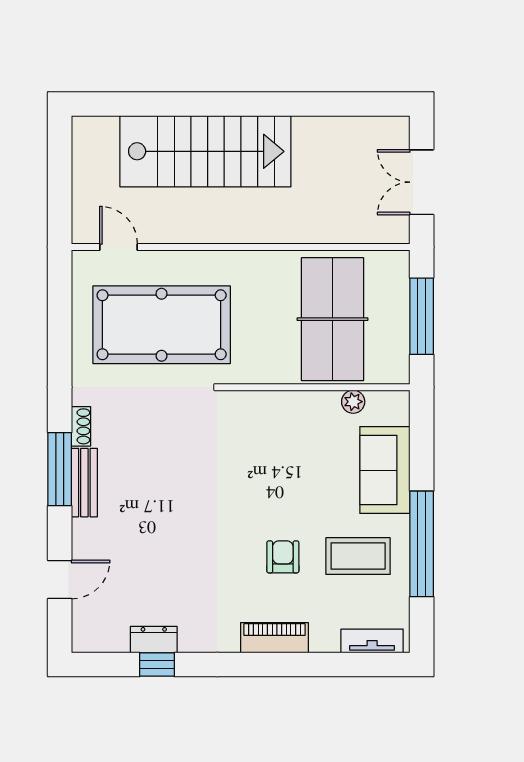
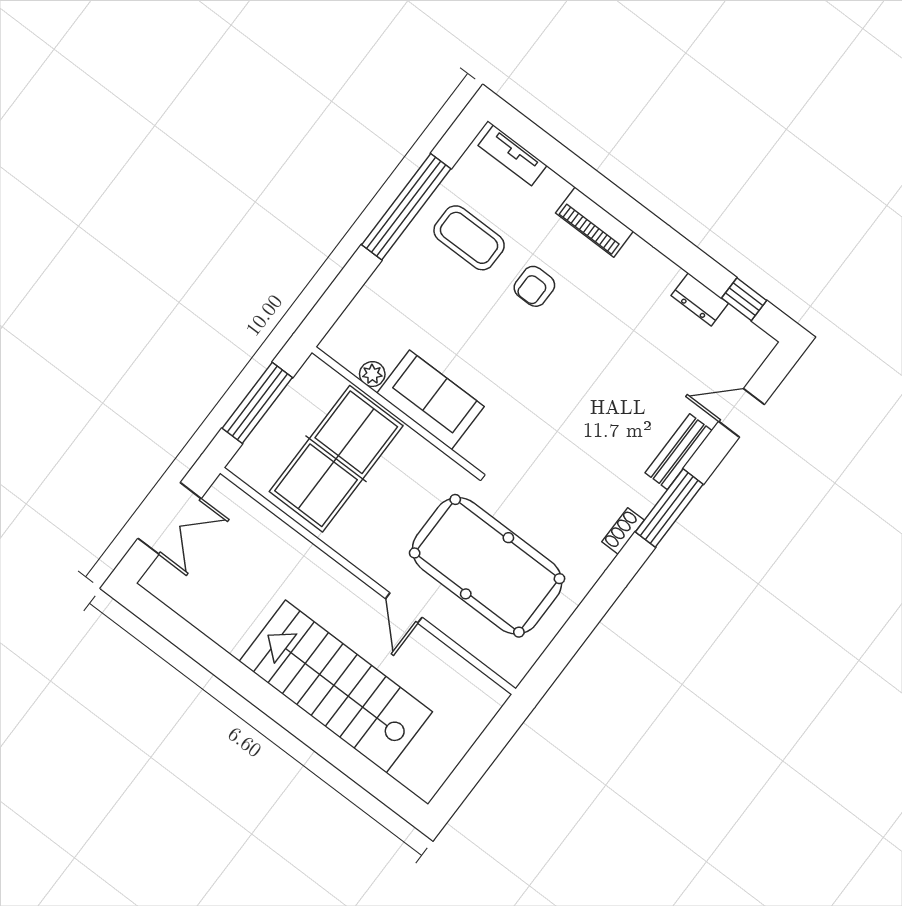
door: (118, 247) -> (404, 608), moved
sofa: (385, 470) -> (430, 400), moved, turned -90
bench: (84, 483) -> (679, 452), moved
window: (157, 665) -> (744, 299), moved

